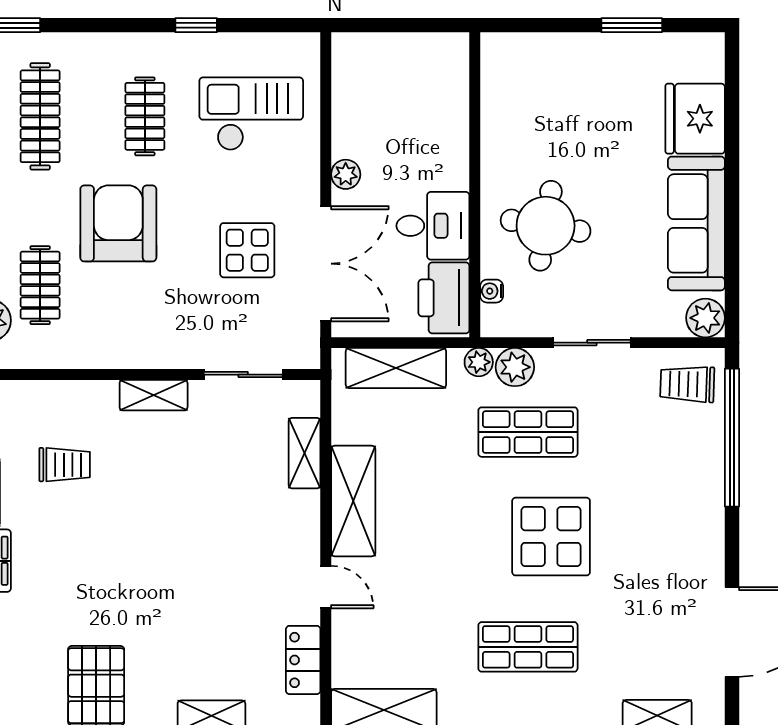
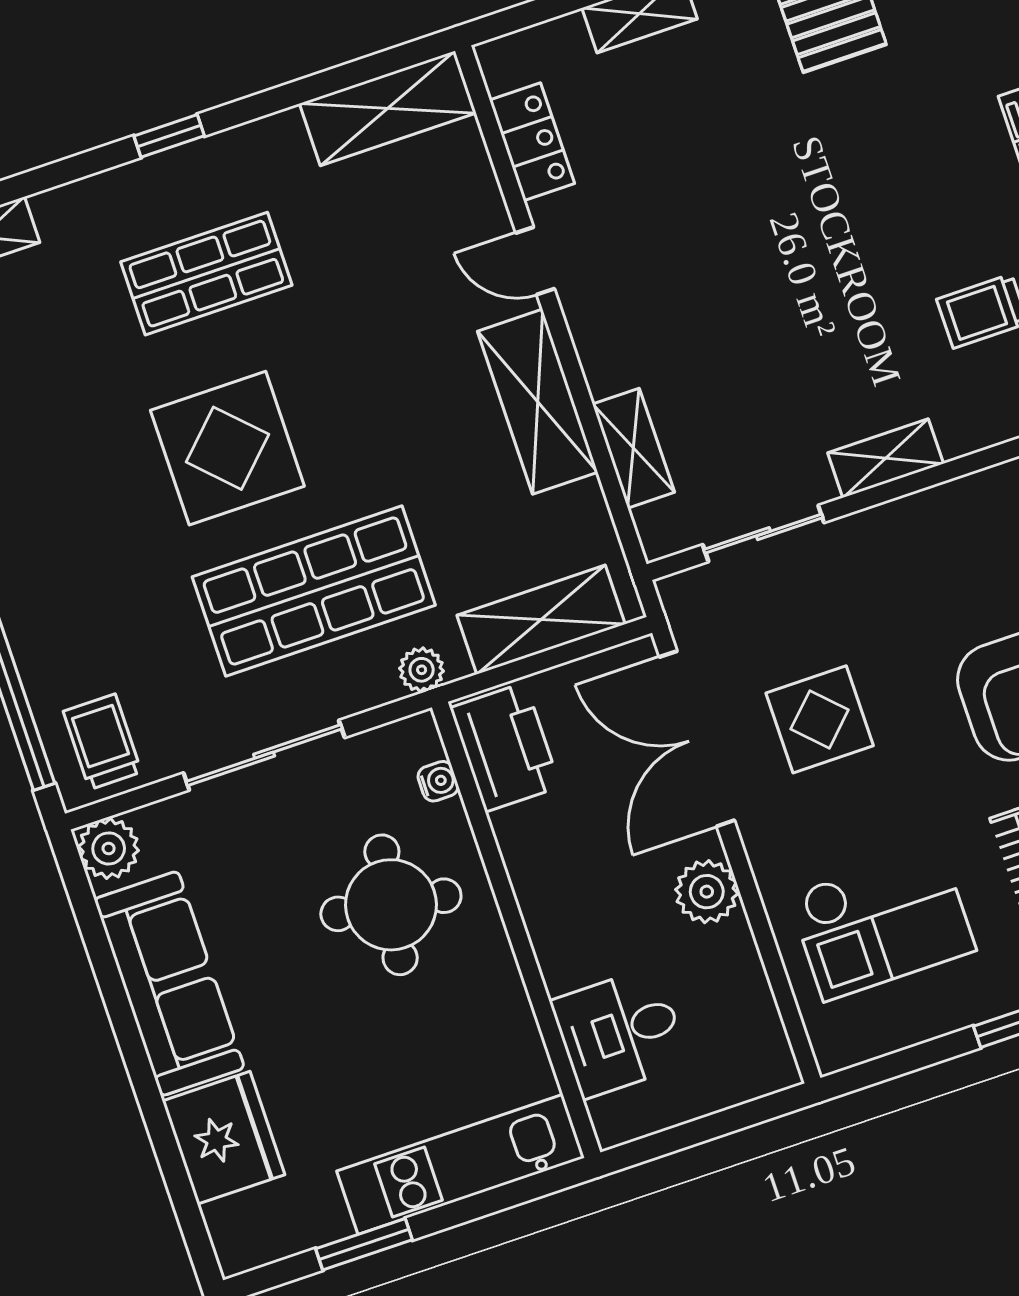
kitchen unit: (557, 54) -> (461, 1164), added
plant: (346, 174) -> (707, 892), width x1.38, depth x1.38
desk: (433, 226) -> (620, 1032), moved
sliding door: (592, 343) -> (264, 755), width x1.37
plant: (515, 367) -> (366, 681), removed
trolley: (687, 384) -> (102, 742), turned -92
shop shelf: (528, 432) -> (314, 591), width x1.43, depth x1.36

